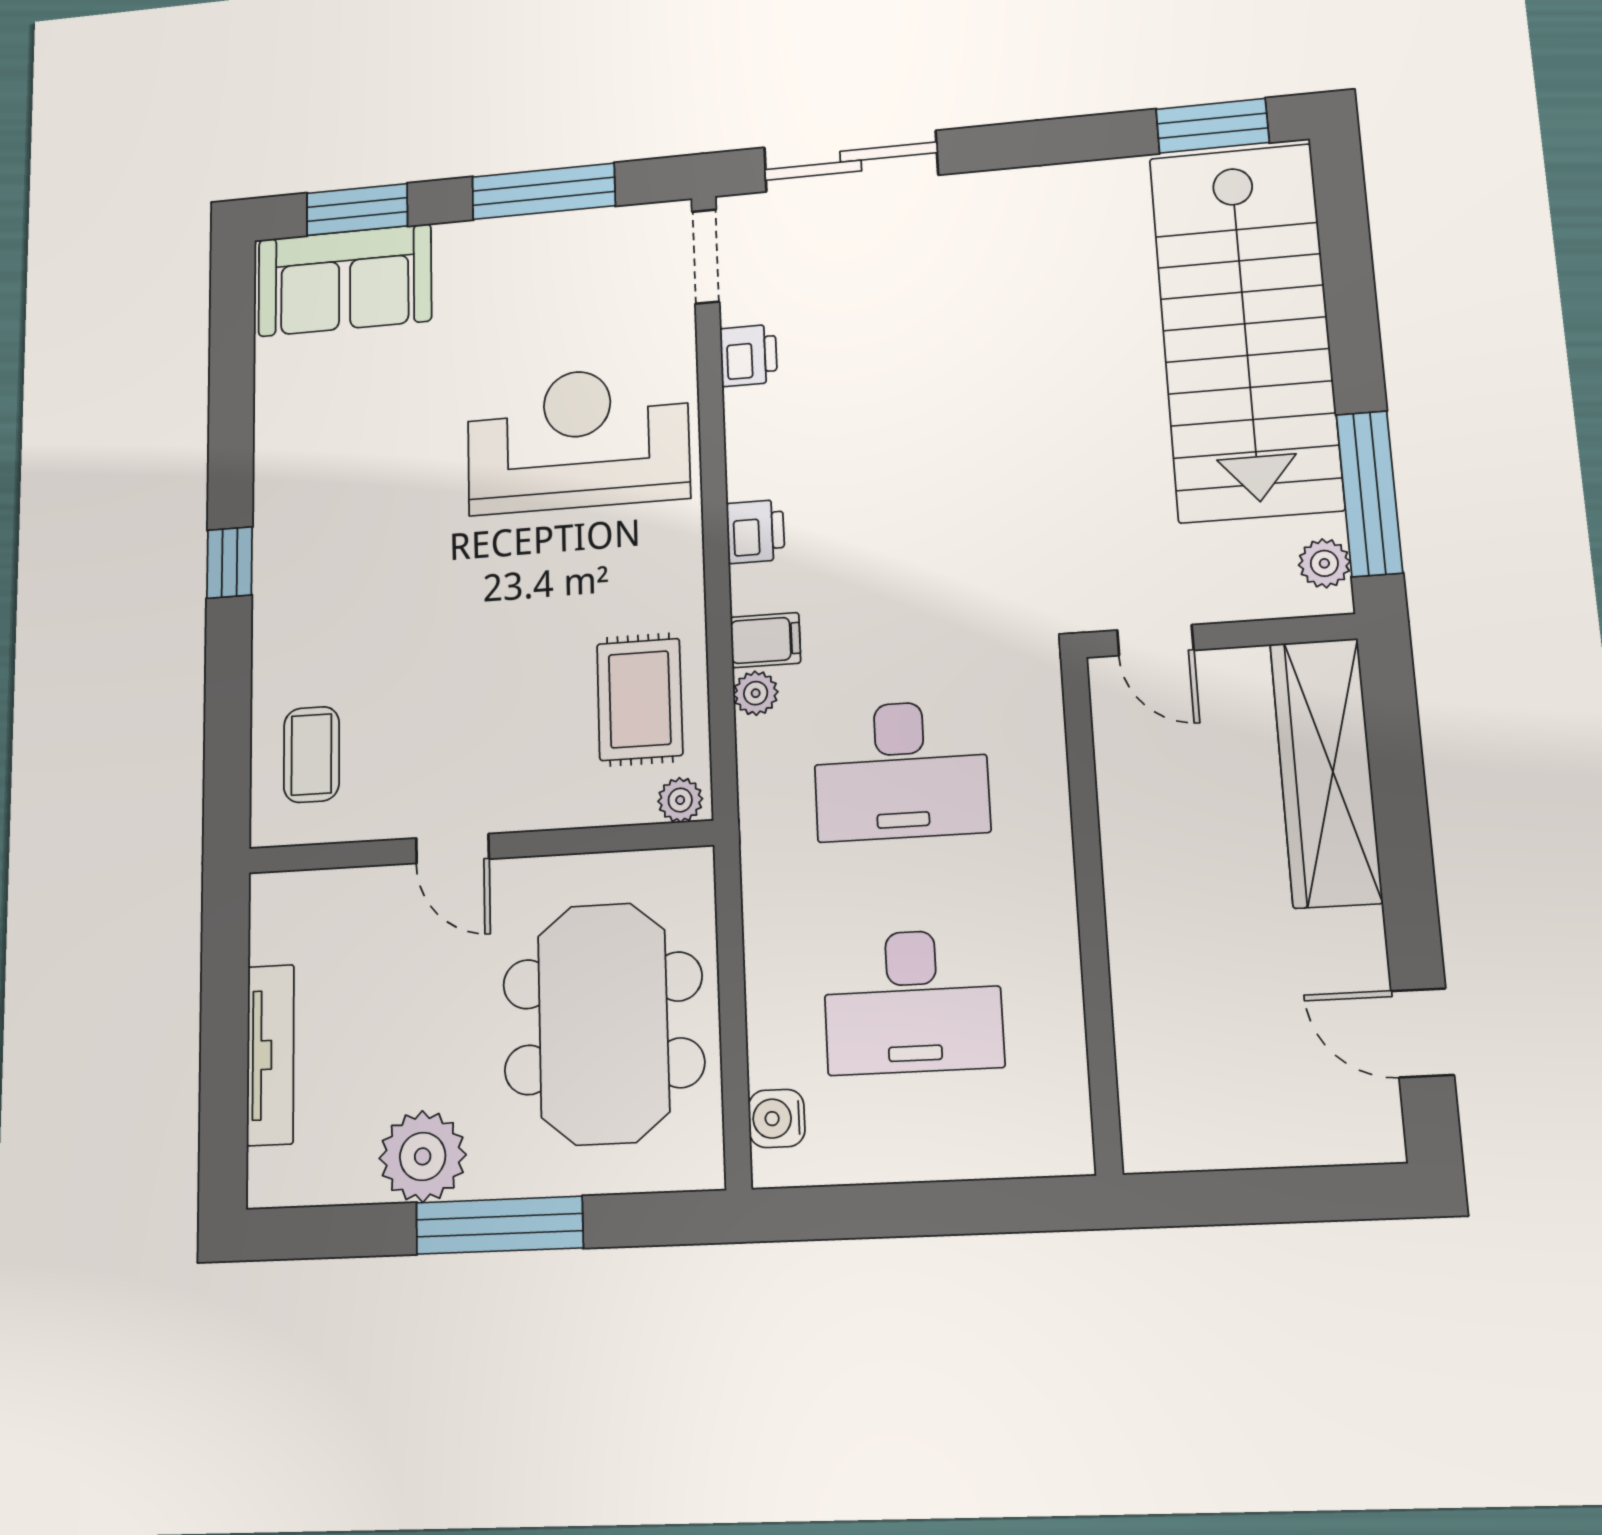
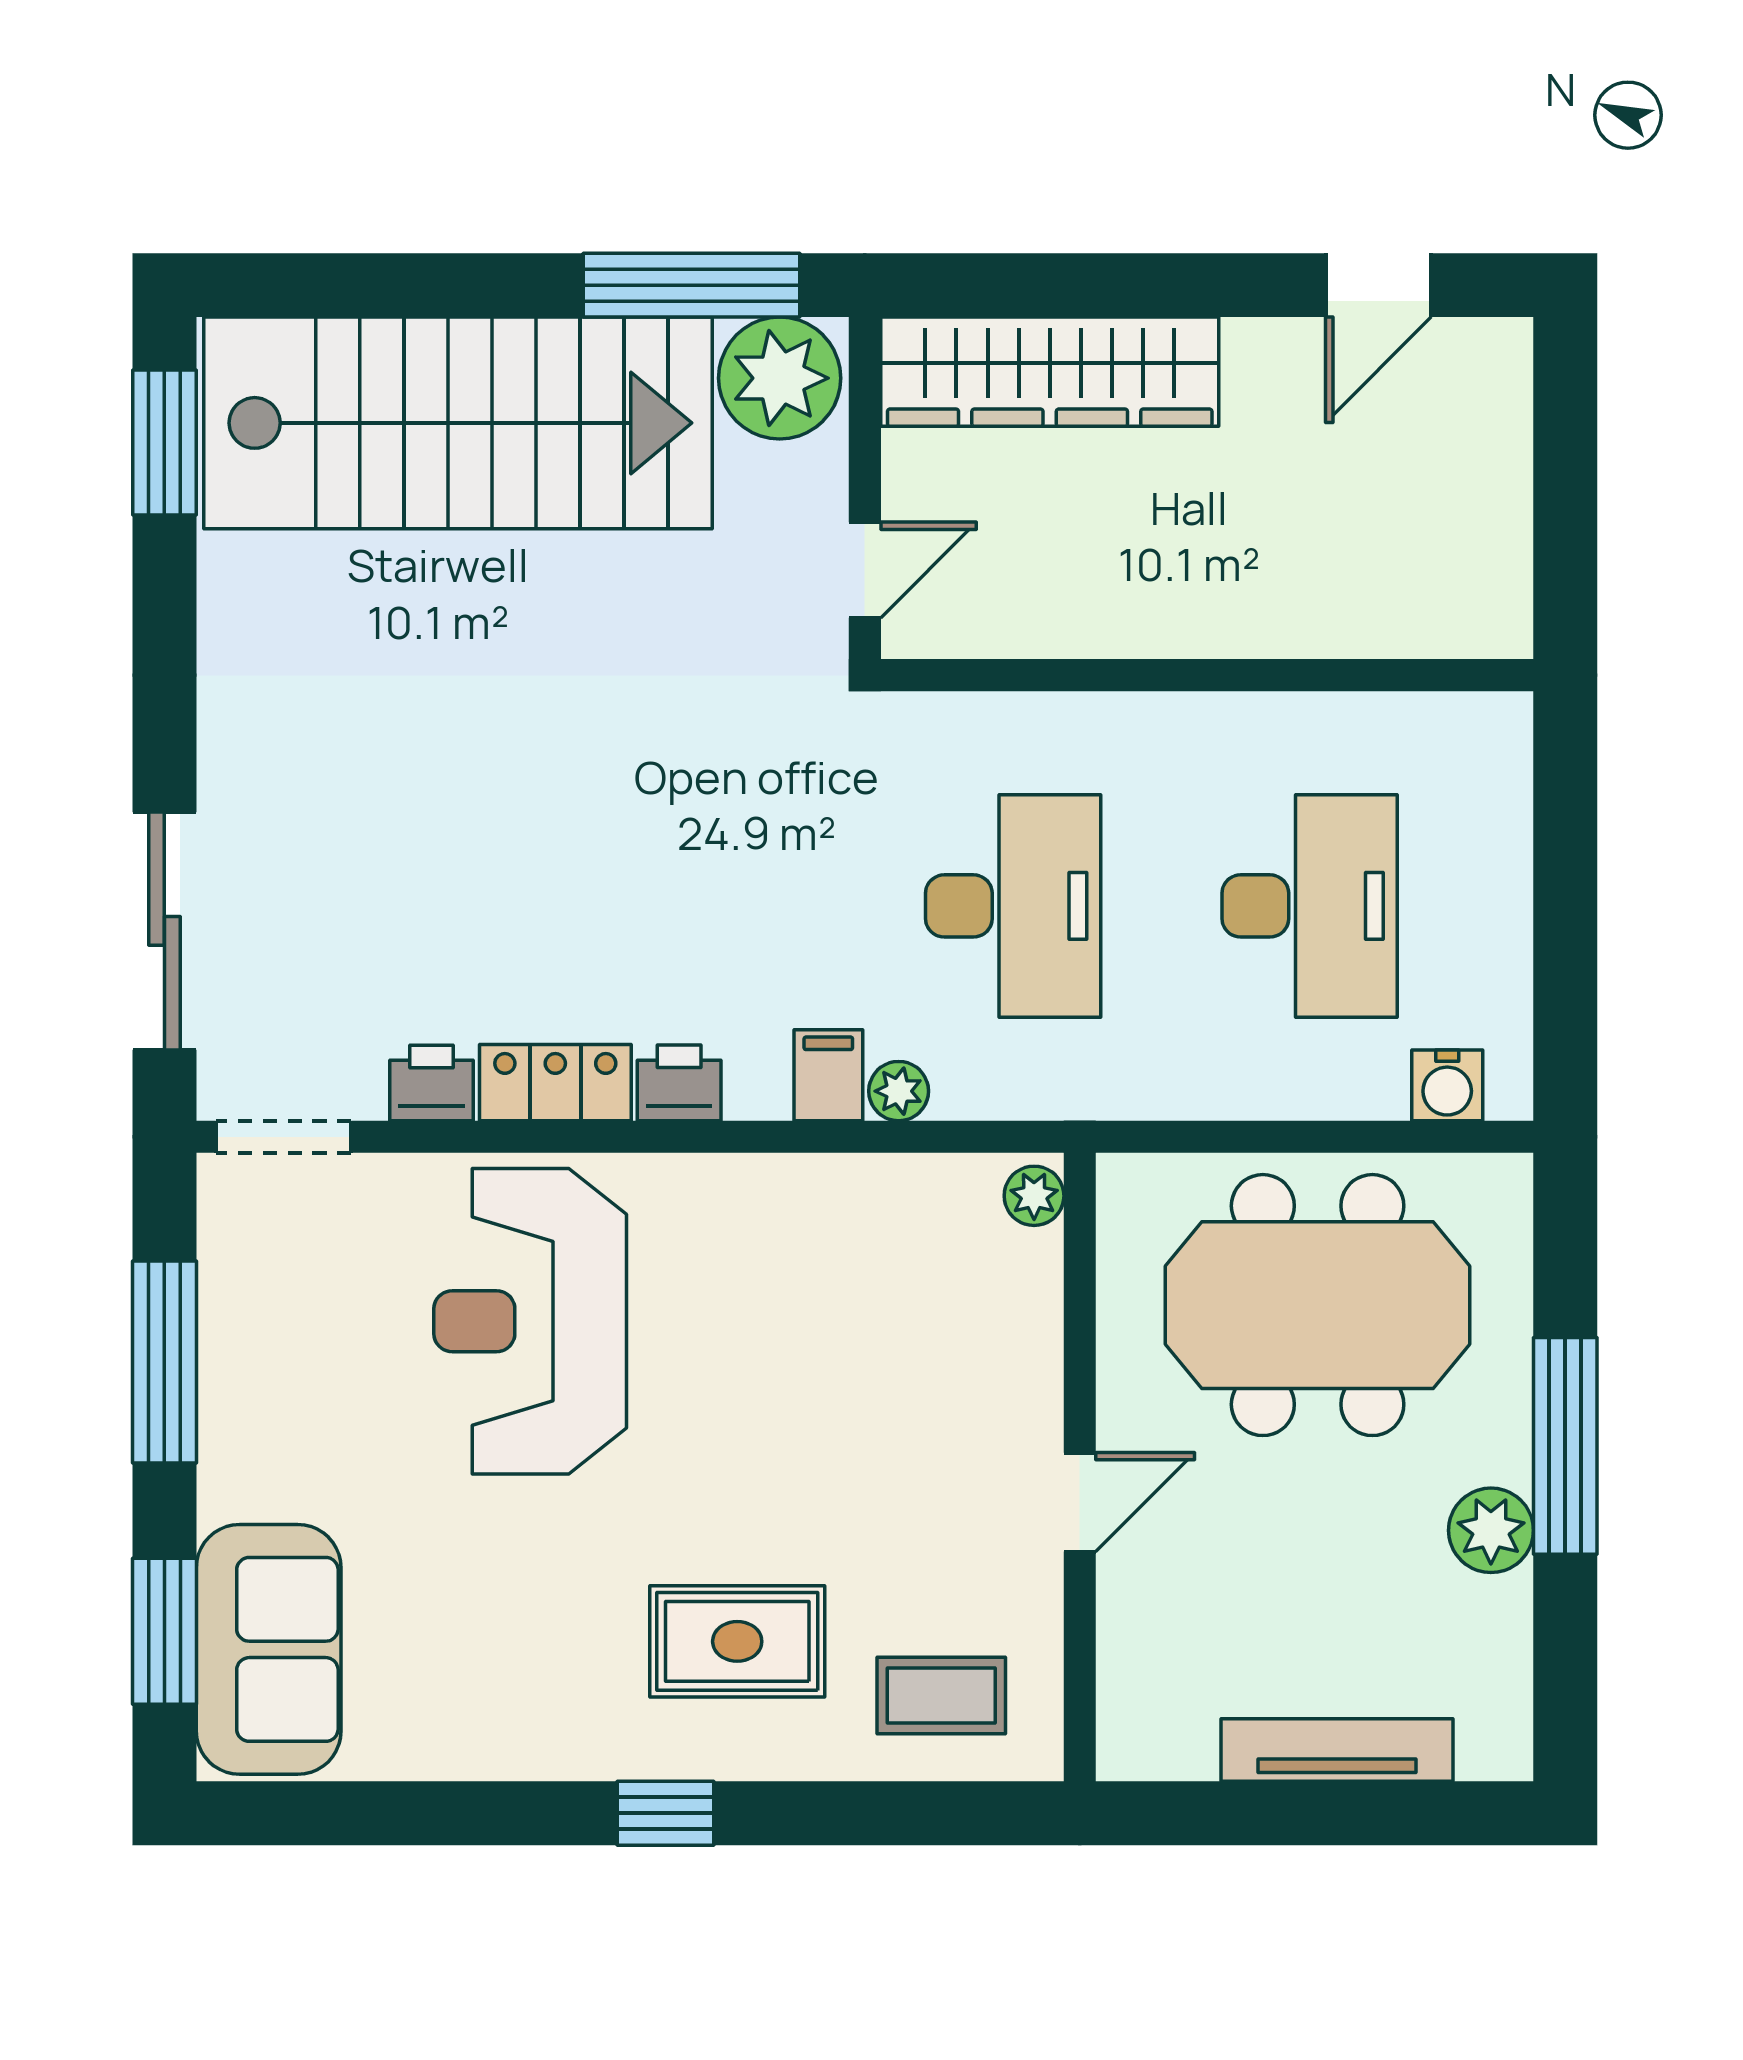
locker: (752, 443) -> (555, 1083), added
plant: (1324, 563) -> (780, 378), width x1.88, depth x1.88
rug: (640, 699) -> (737, 1641), moved
plant: (423, 1156) -> (1491, 1530), width x0.73, depth x0.73

